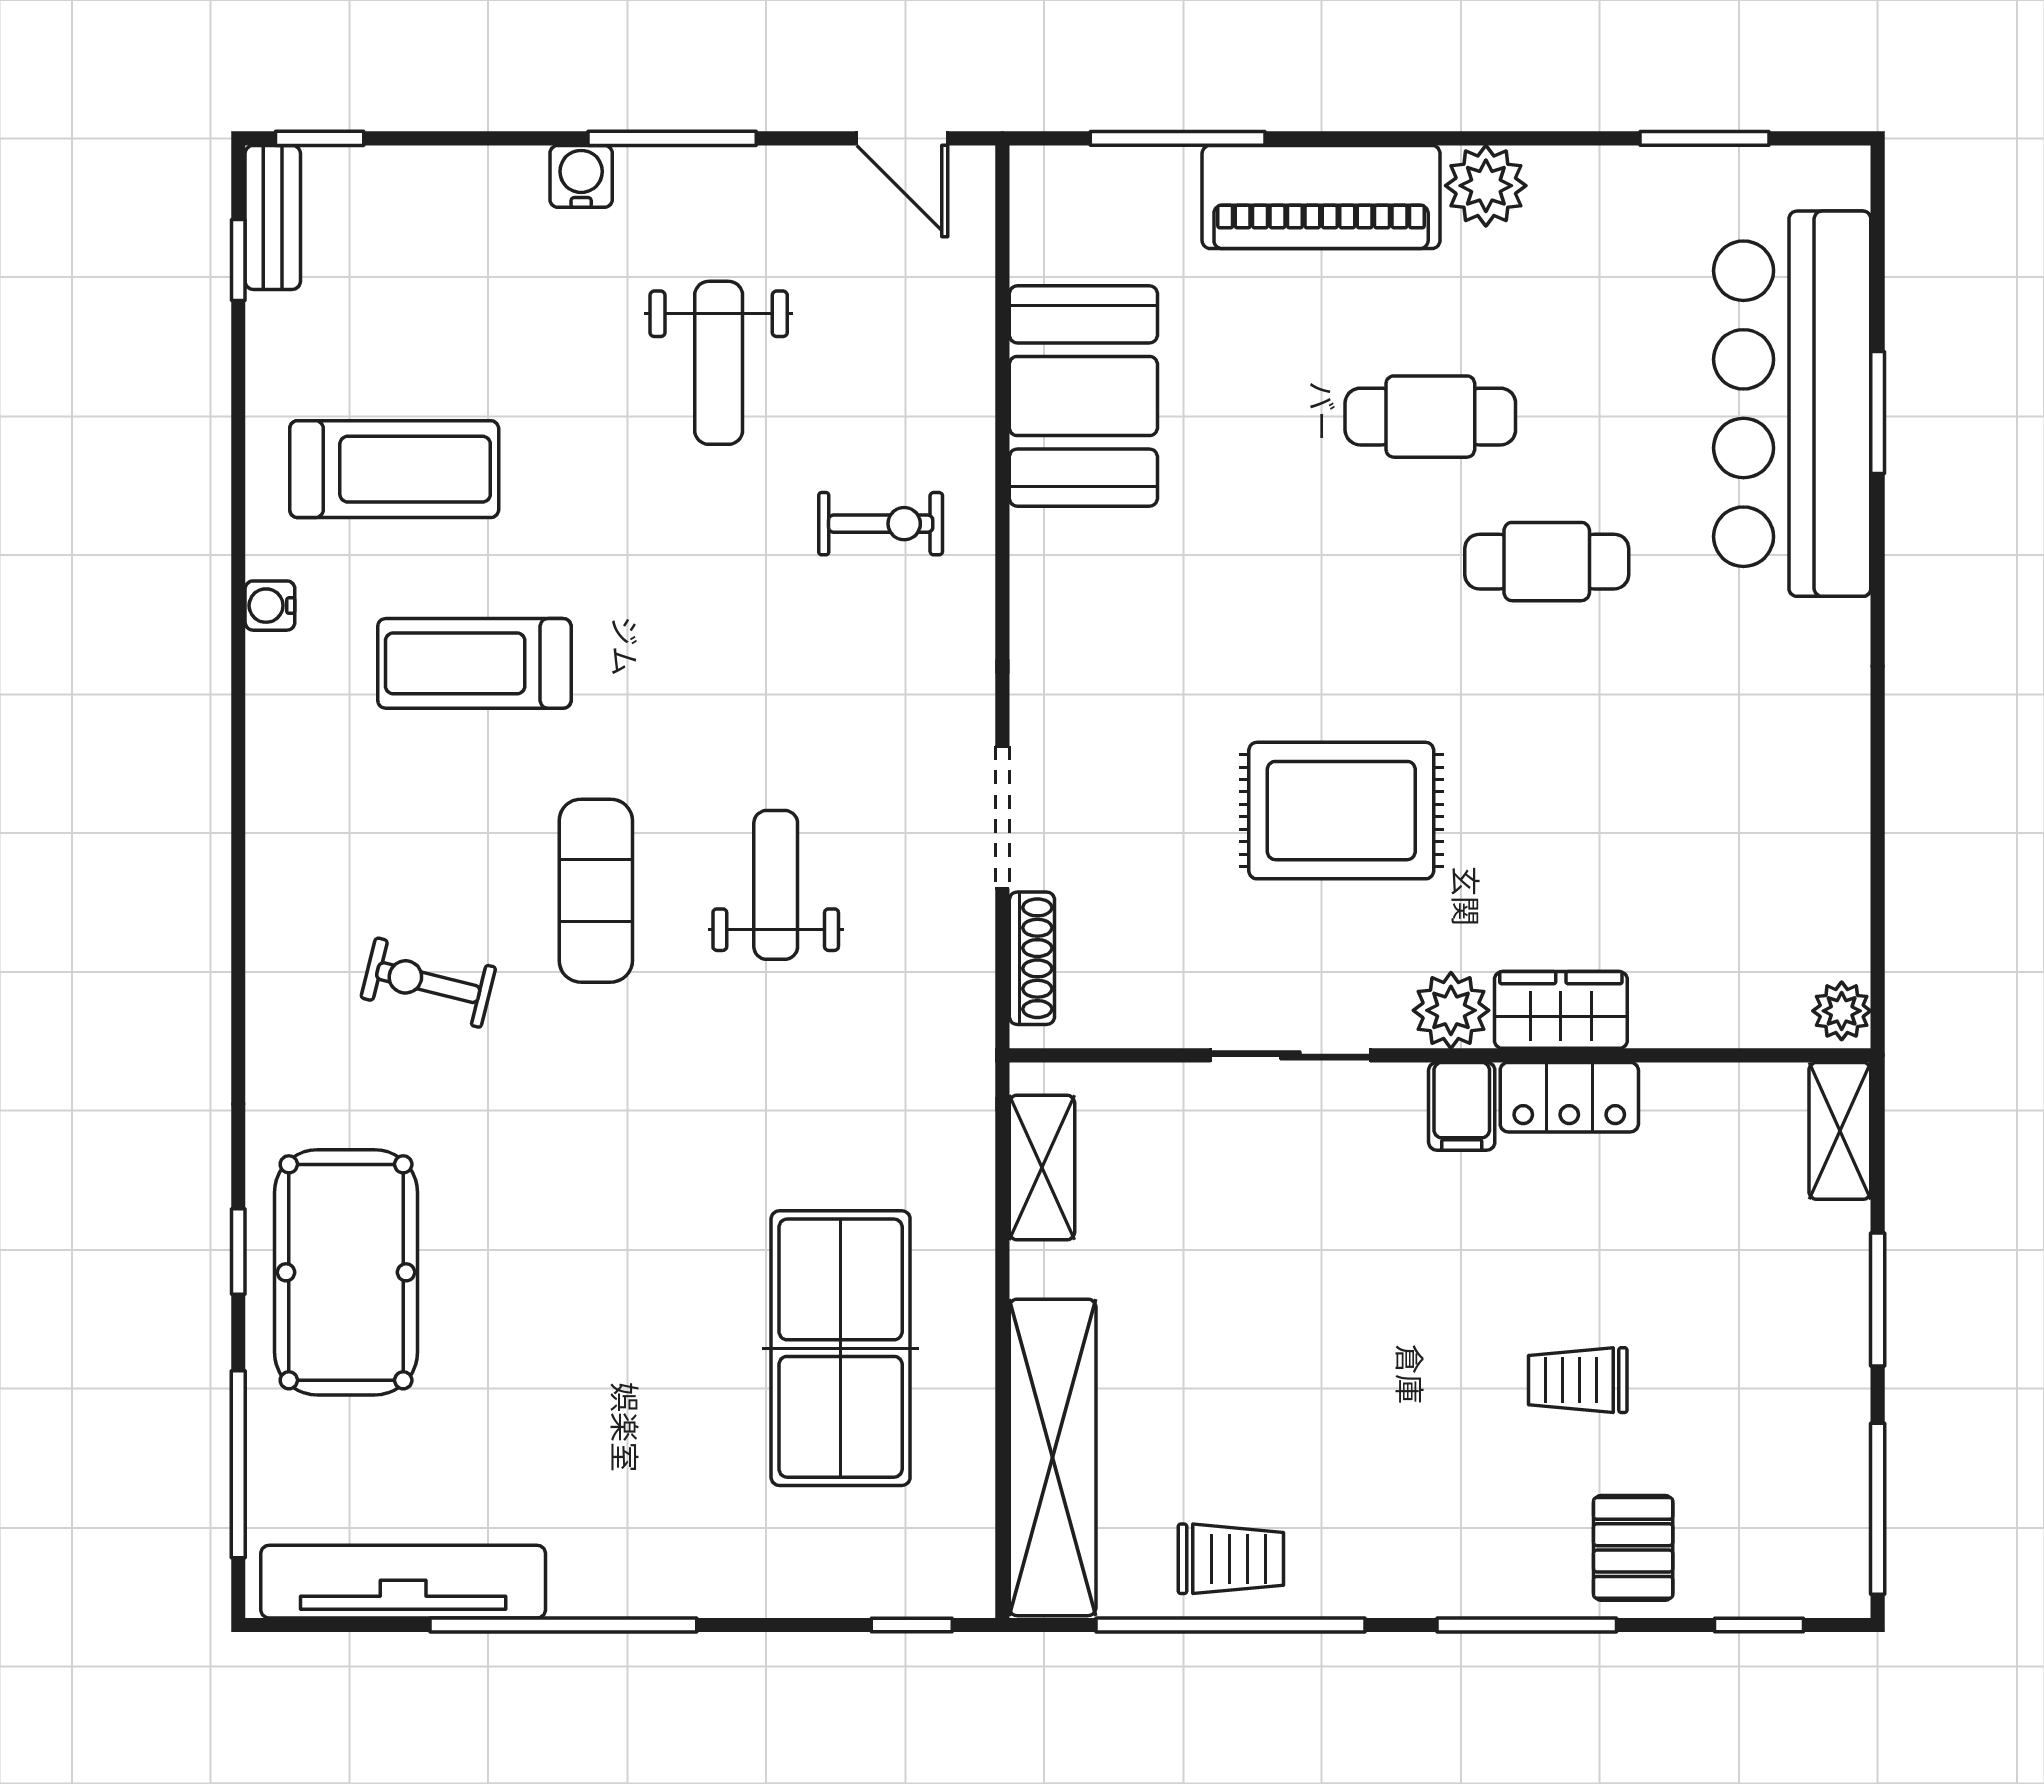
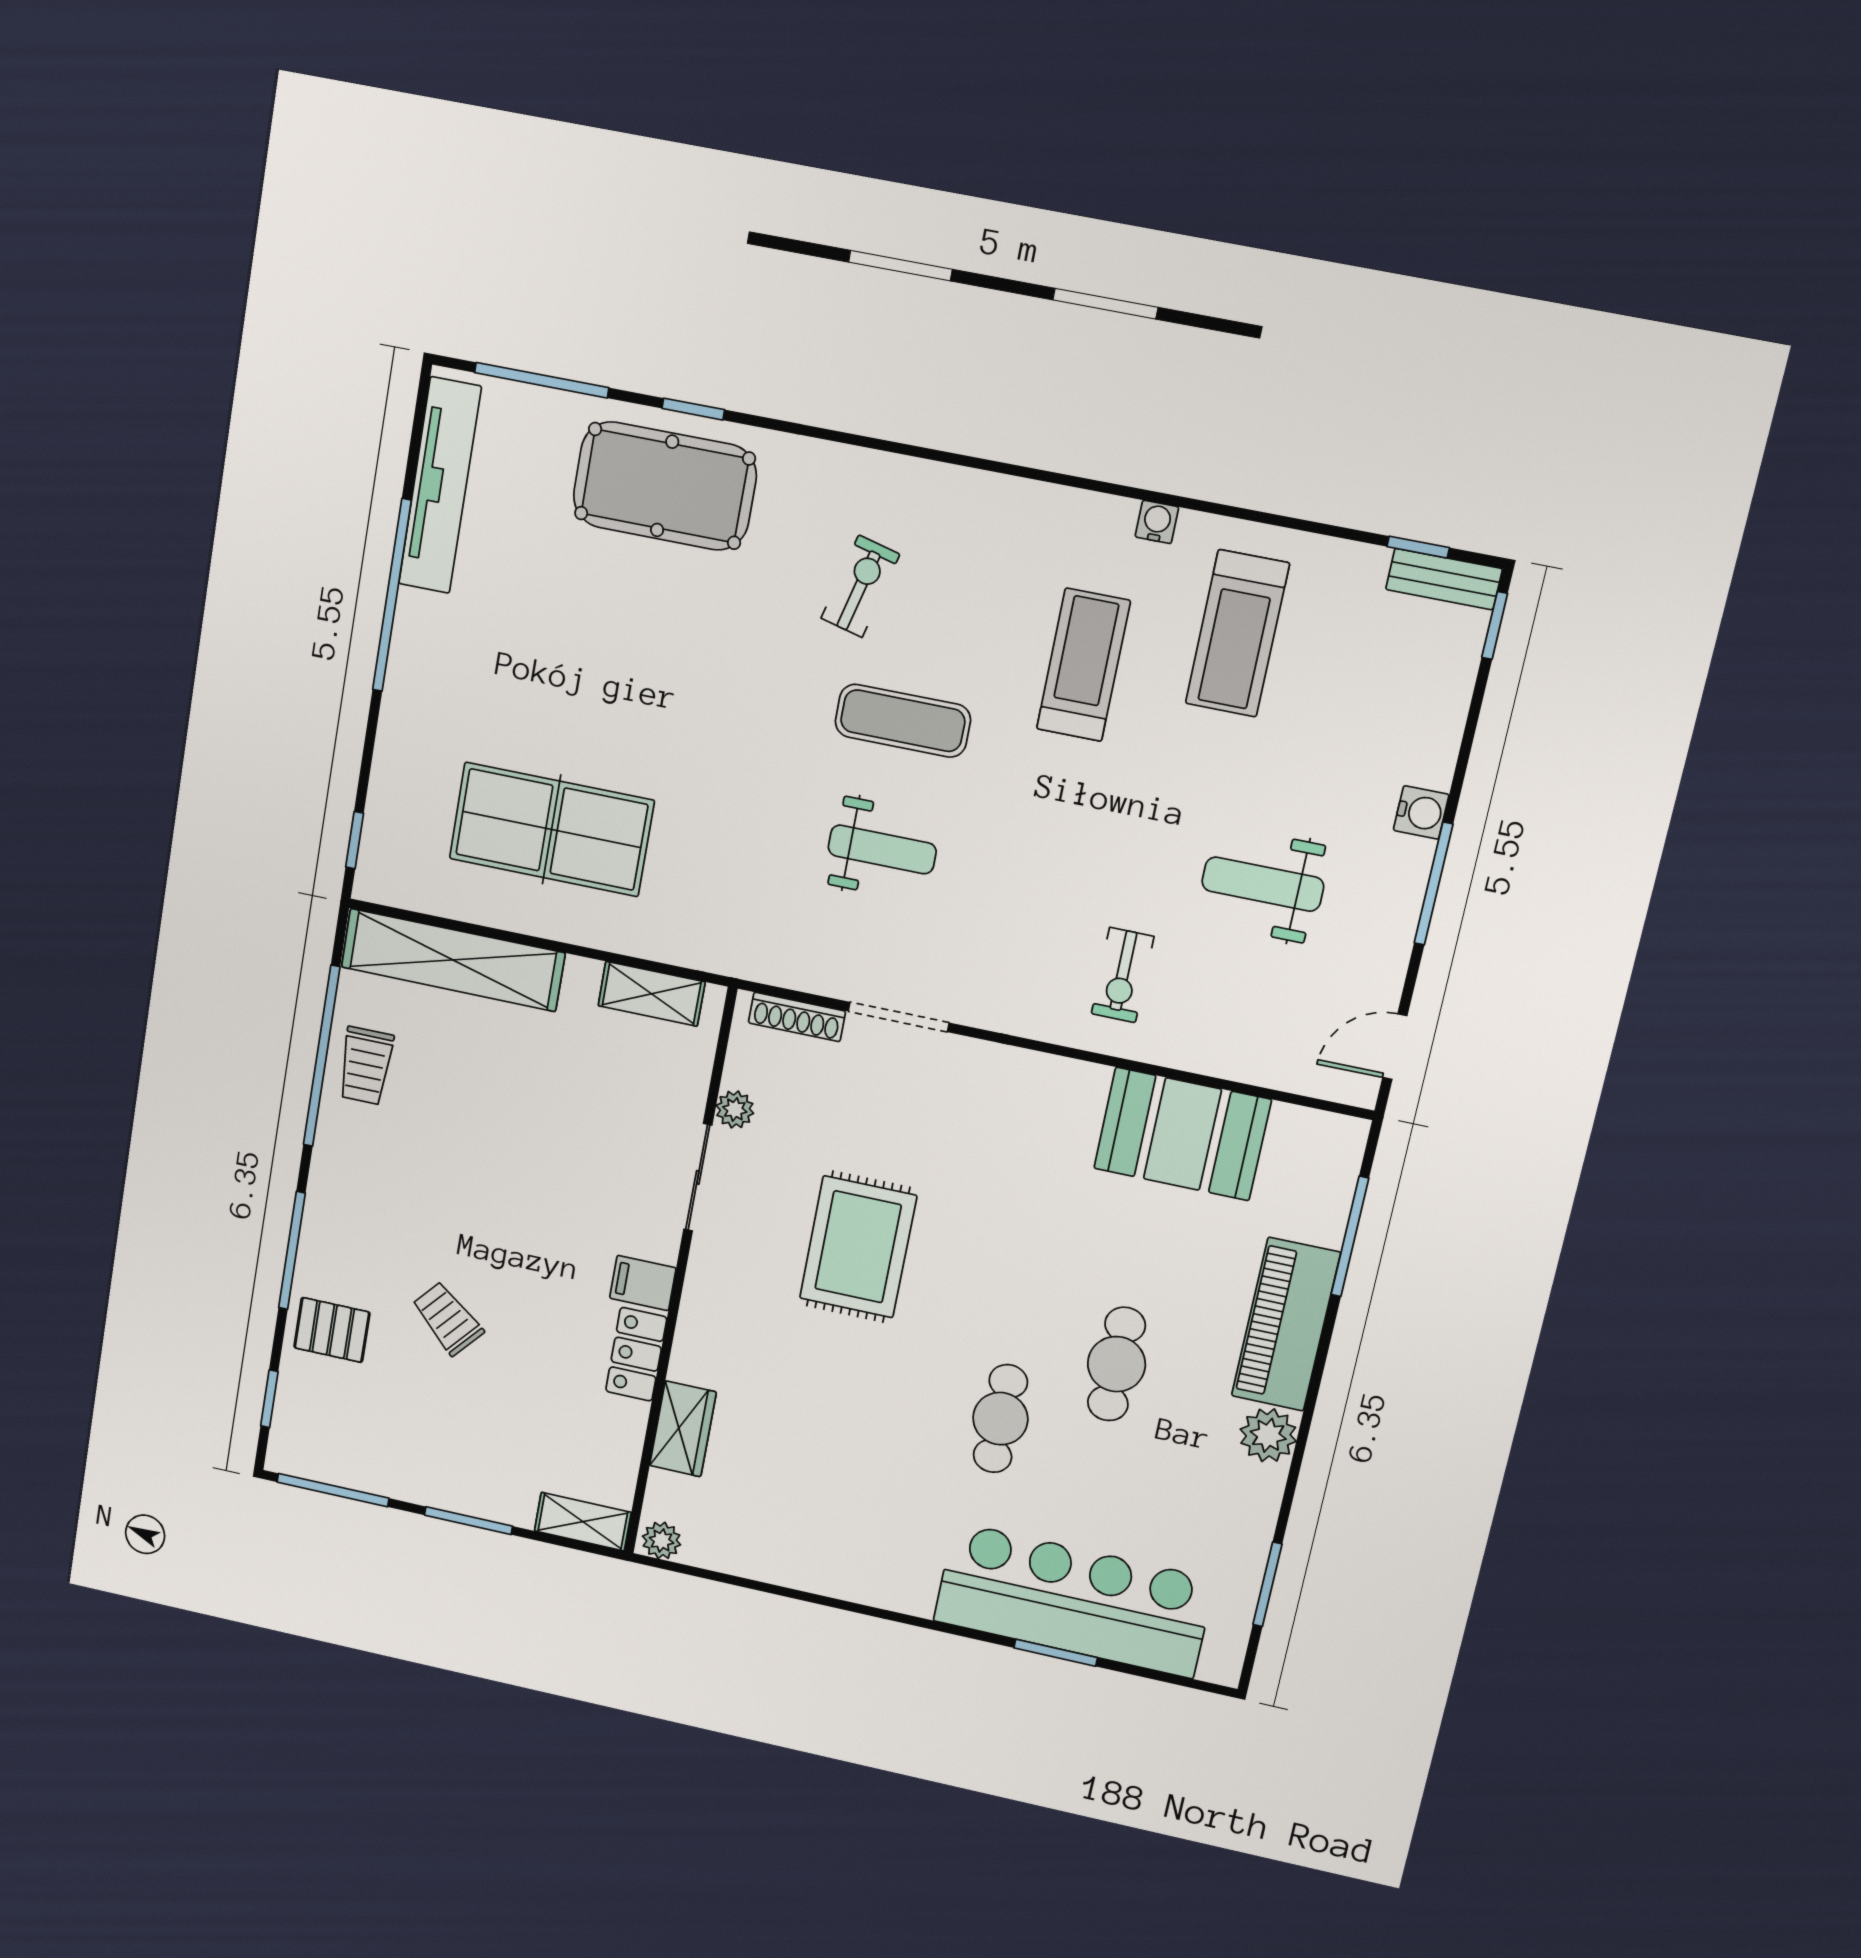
plant: (1451, 1010) -> (735, 1109), moved, width x0.73, depth x0.73
wardrobe: (1561, 1010) -> (683, 1429), moved
trolley: (1578, 1380) -> (448, 1319), turned -49

